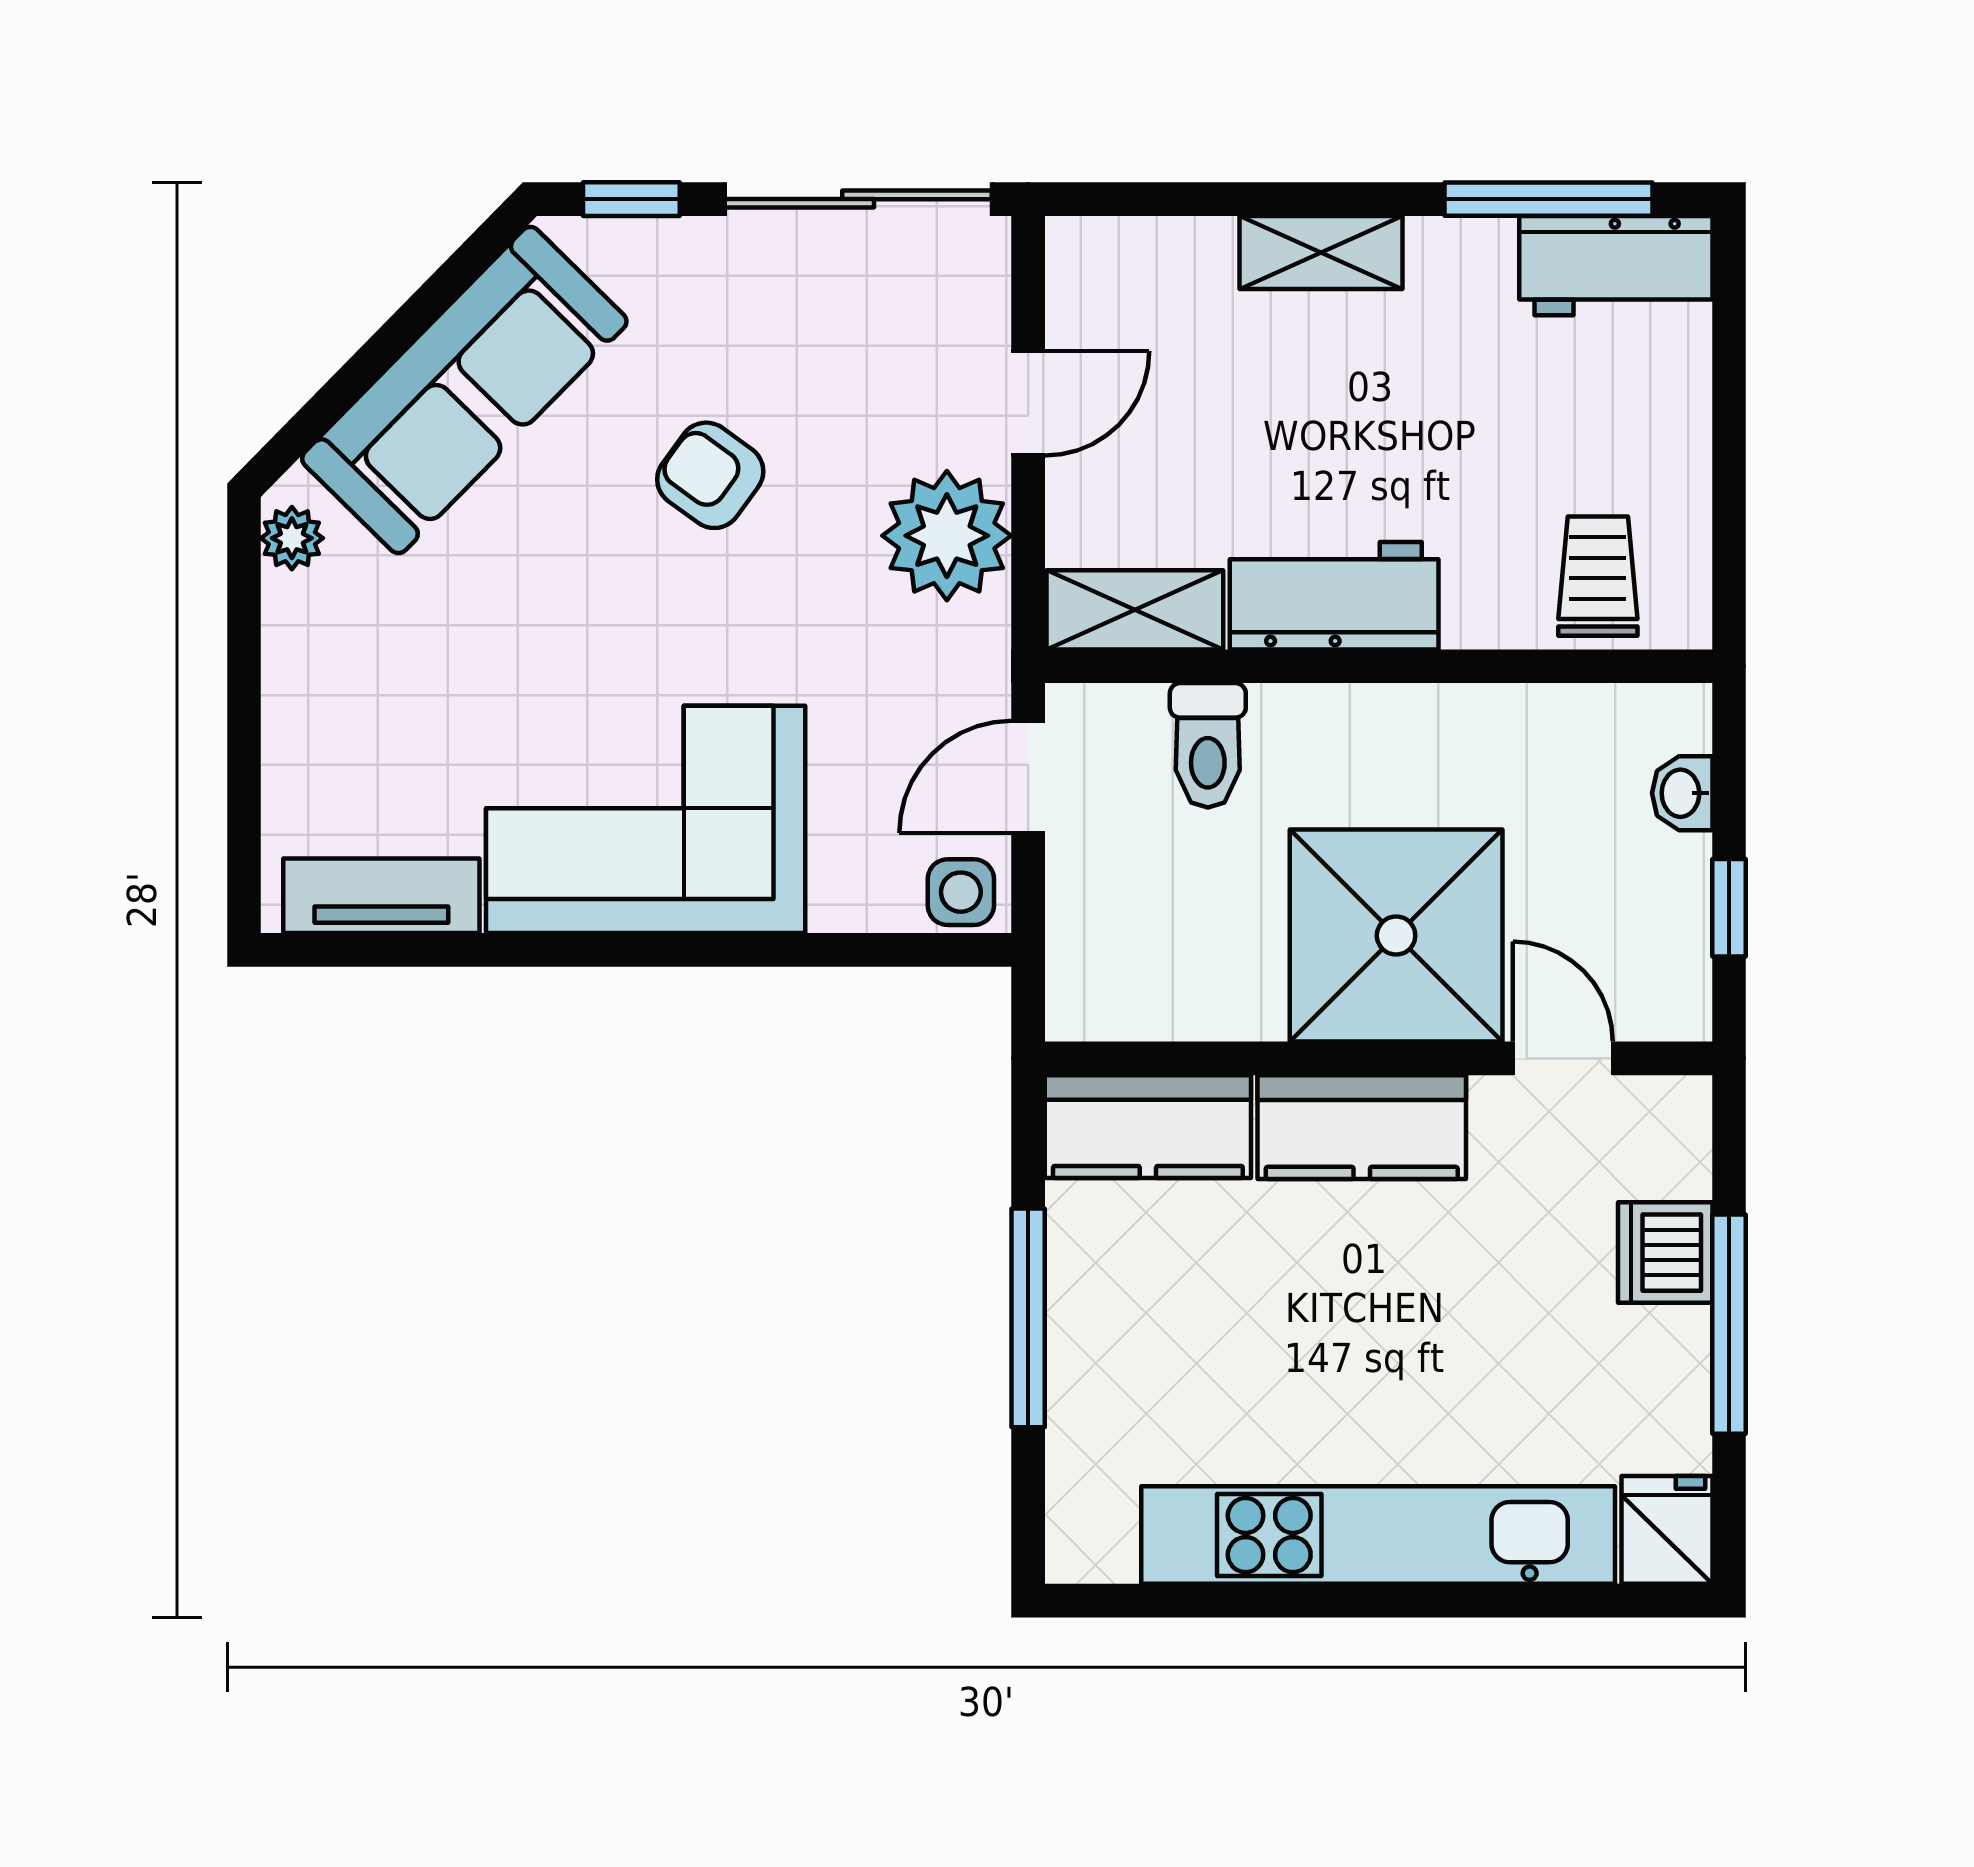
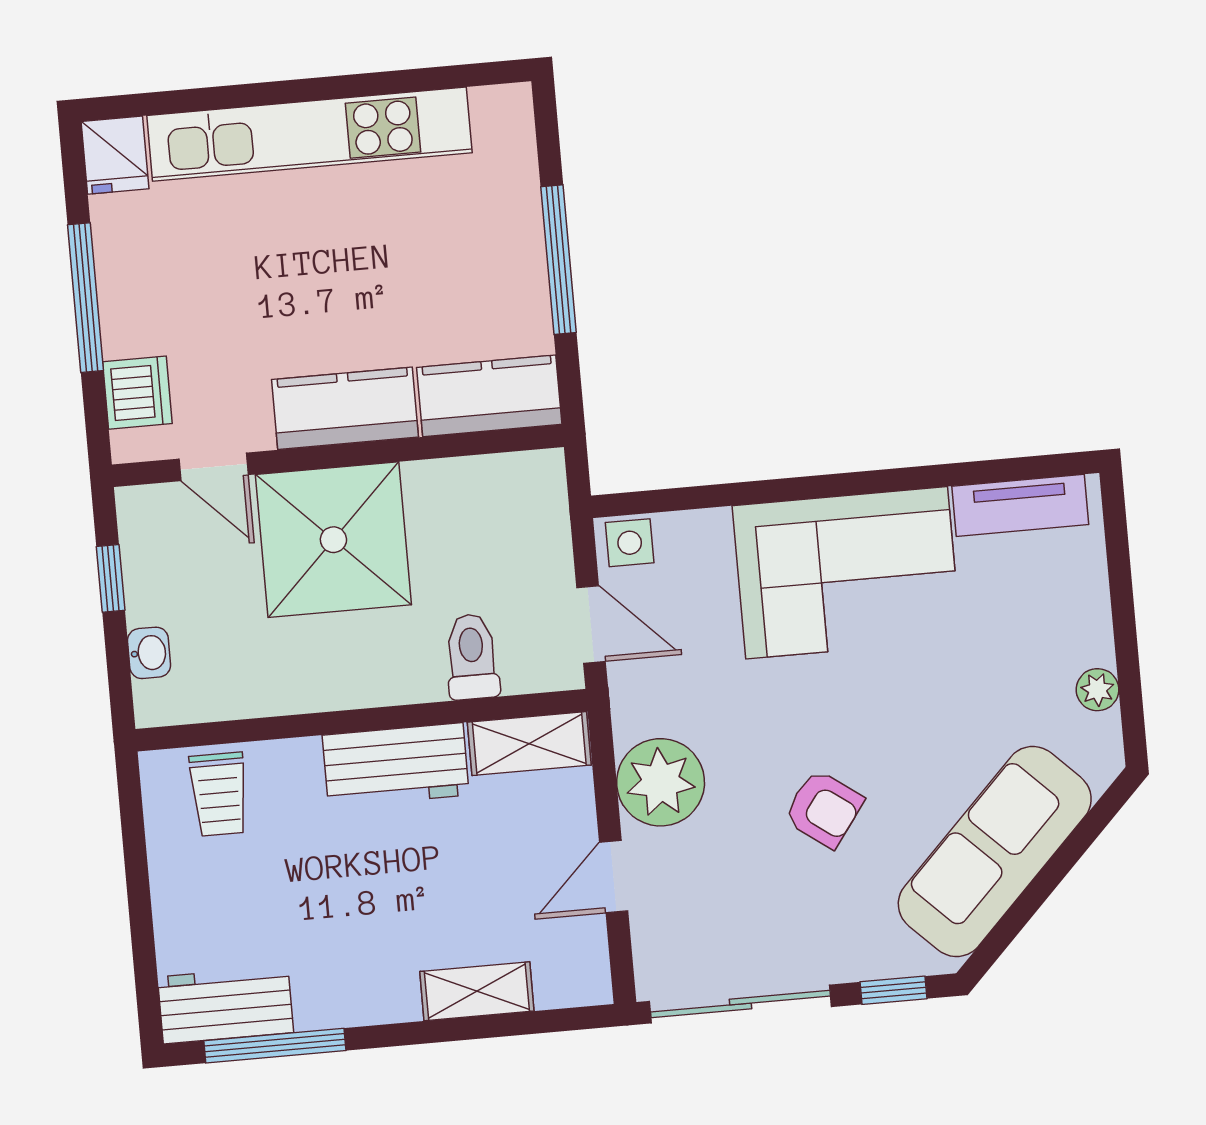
shelving: (1321, 252) -> (477, 991), moved
plant: (292, 538) -> (1097, 690), moved
door: (1028, 777) -> (591, 624), hinge flipped
dishwasher: (1665, 1253) -> (137, 393), moved

